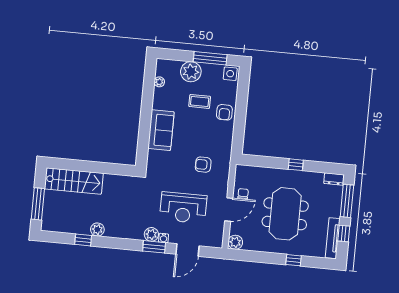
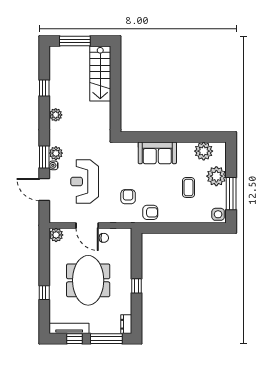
plant: (159, 82) -> (204, 151), width x1.88, depth x1.88
armchair: (224, 112) -> (150, 212), moved, turned 180
meeting table: (285, 214) -> (88, 280), turned 90
plant: (97, 229) -> (56, 115), moved

